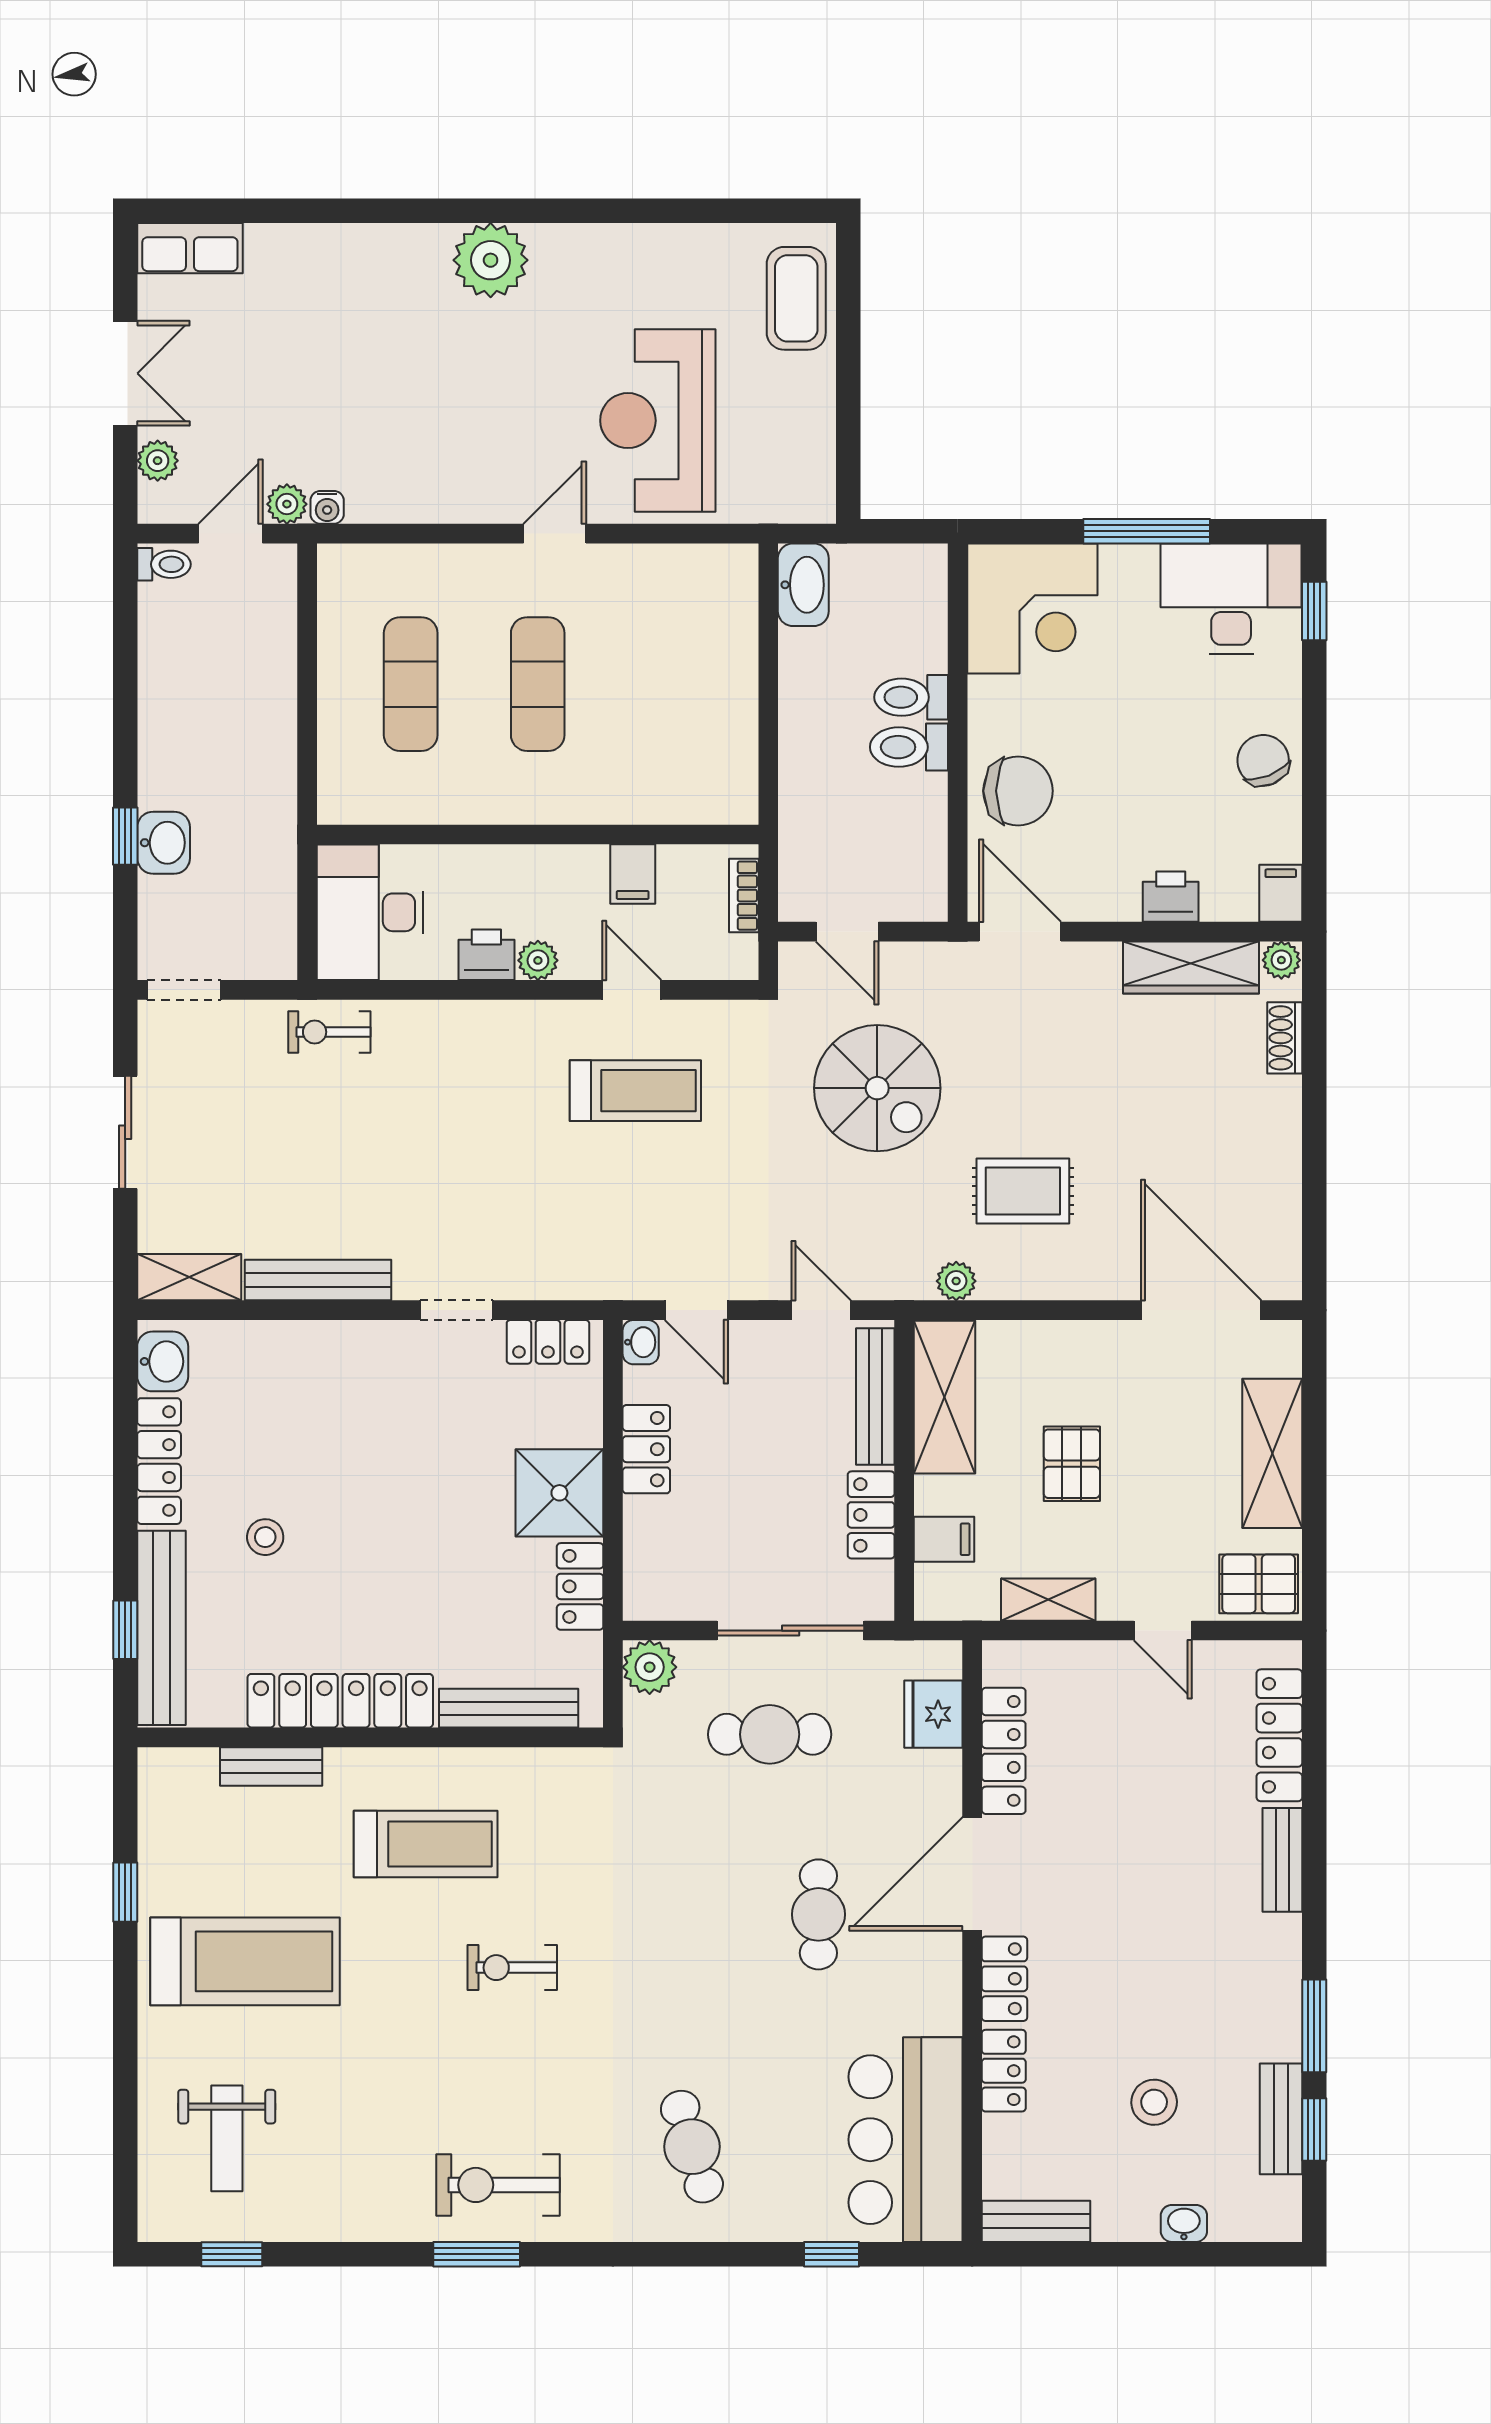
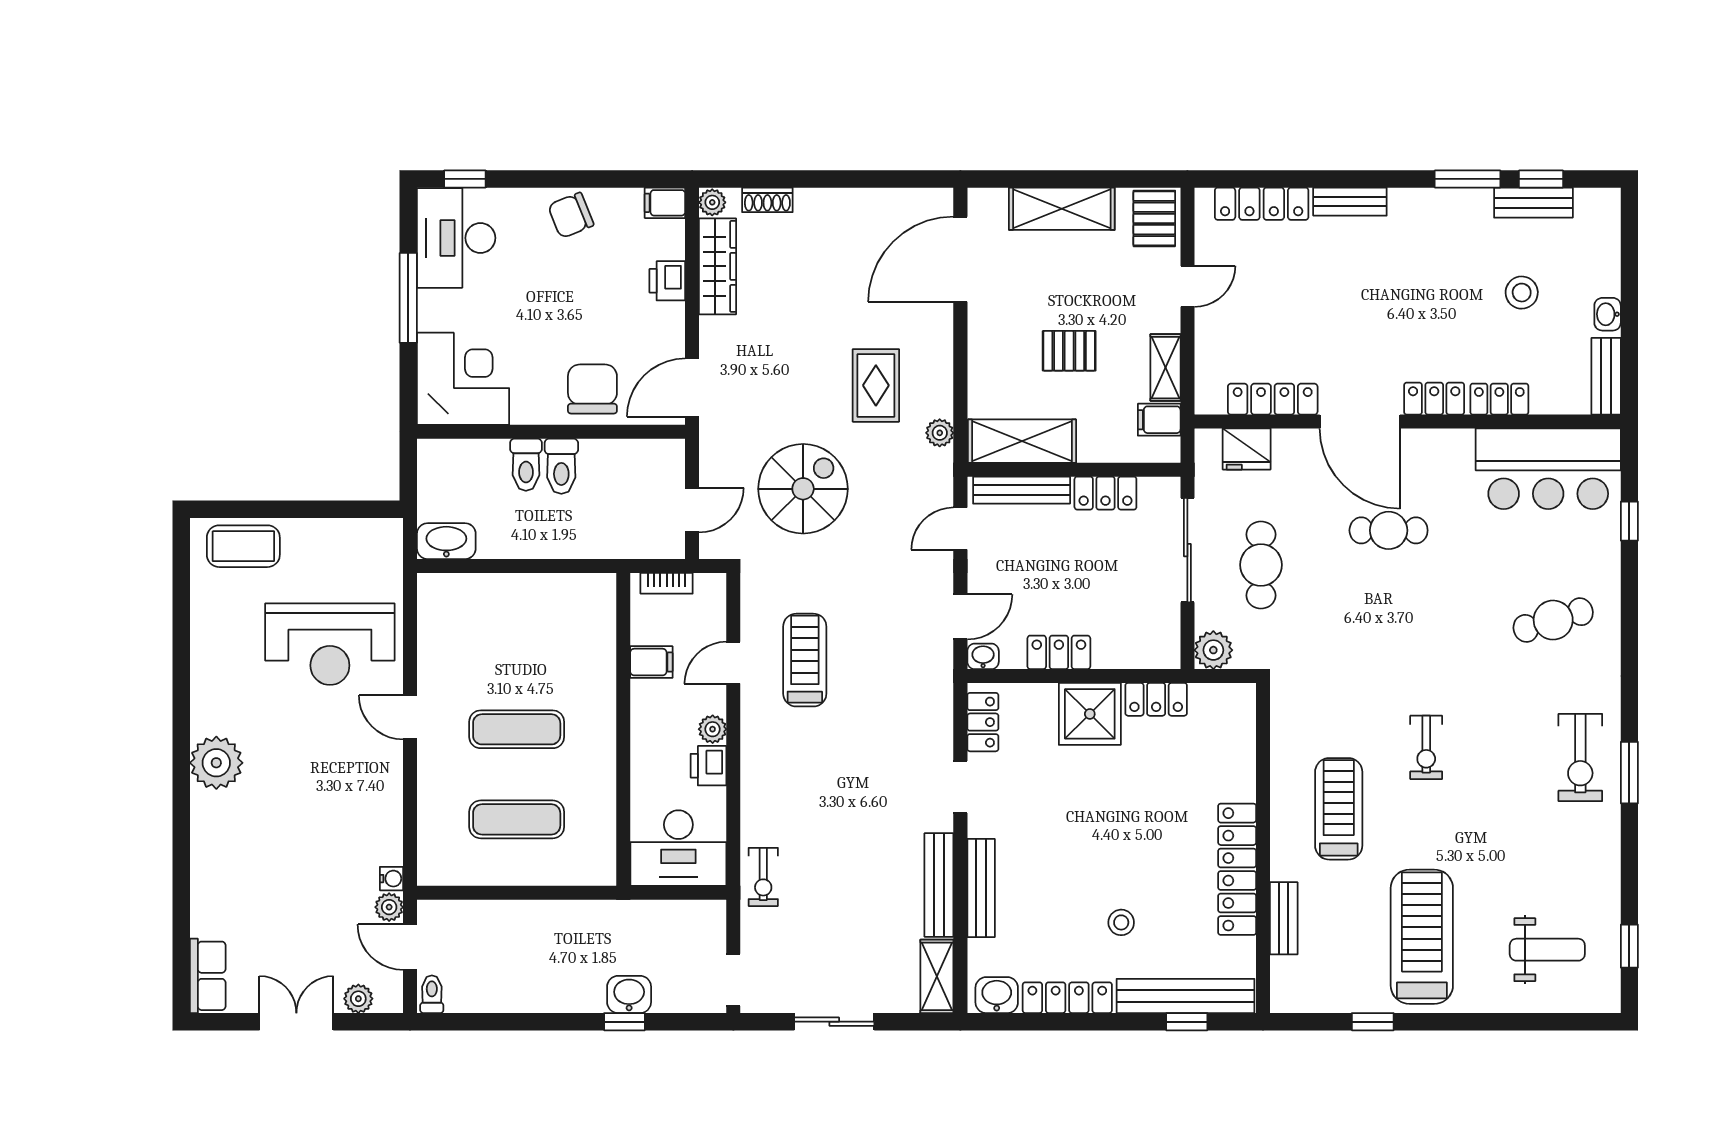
filing cabinet: (944, 1539) -> (1159, 420), moved, turned -90
bench: (509, 1708) -> (981, 888), moved
washbasin: (1184, 2223) -> (1608, 314), moved

